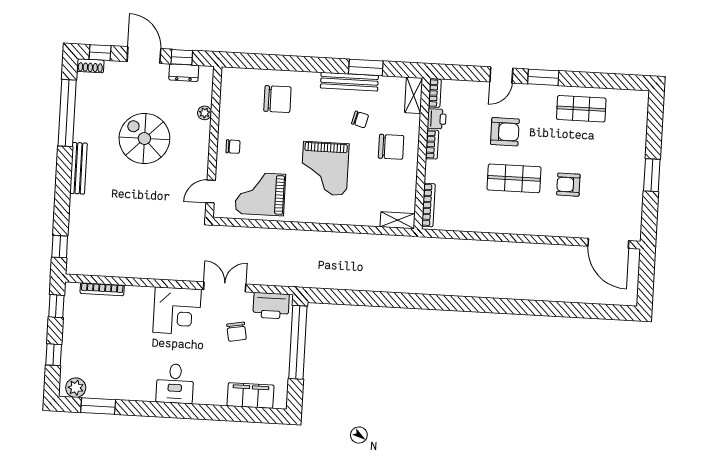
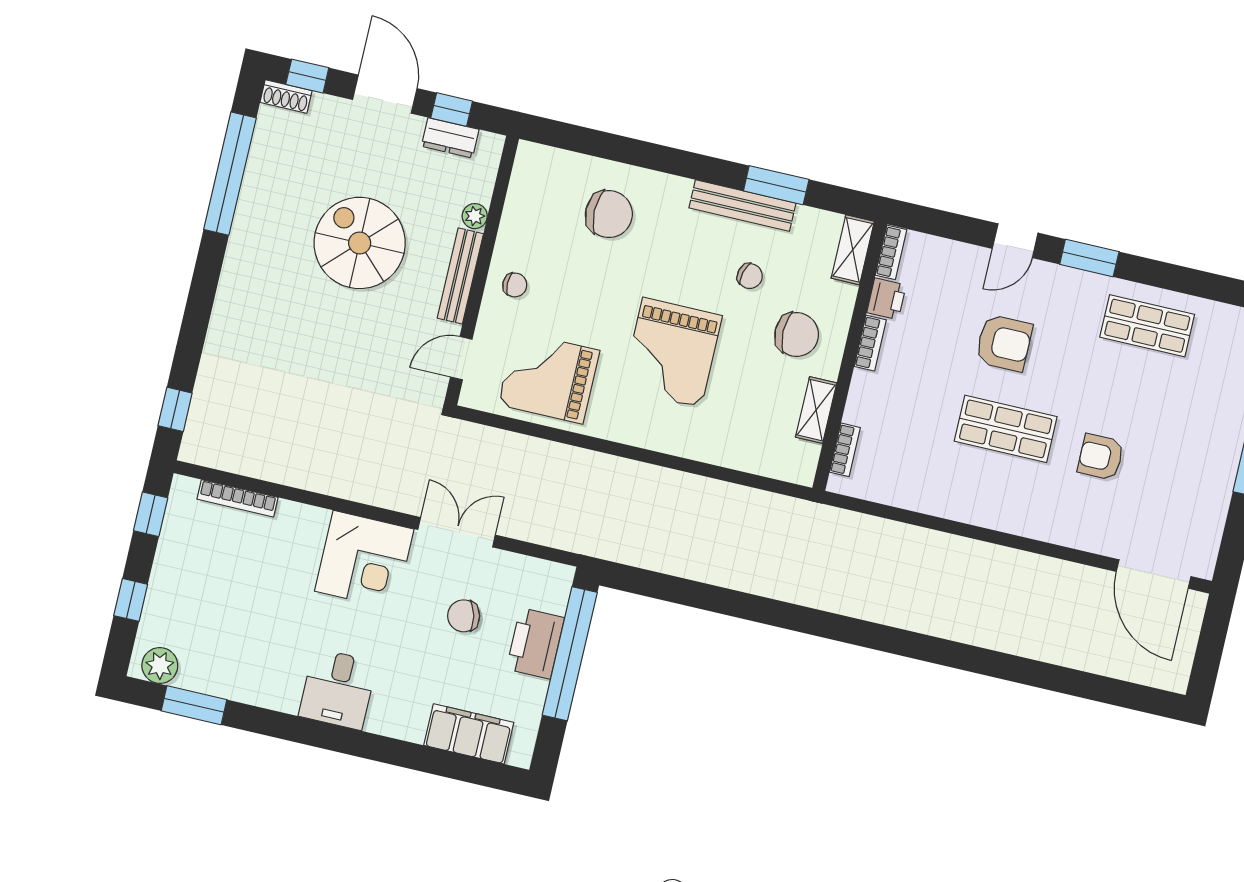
bench: (78, 168) -> (460, 276), moved
bookcase: (428, 205) -> (845, 450), width x0.64
shelving: (398, 220) -> (816, 410), moved, turned 90
printer: (271, 306) -> (535, 643), moved, turned 90
chair: (237, 332) -> (464, 616), turned 87

